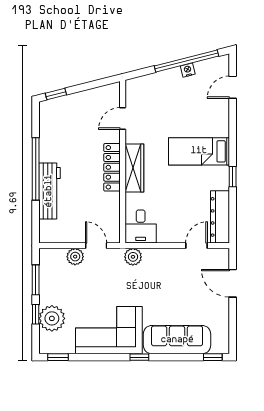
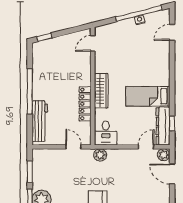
door: (123, 118) -> (93, 43), moved
bed: (199, 151) -> (148, 96), moved
locker: (112, 167) -> (85, 104), moved
window: (233, 177) -> (172, 123), moved
workbench: (49, 191) -> (40, 121), moved
plant: (75, 257) -> (164, 155), moved

